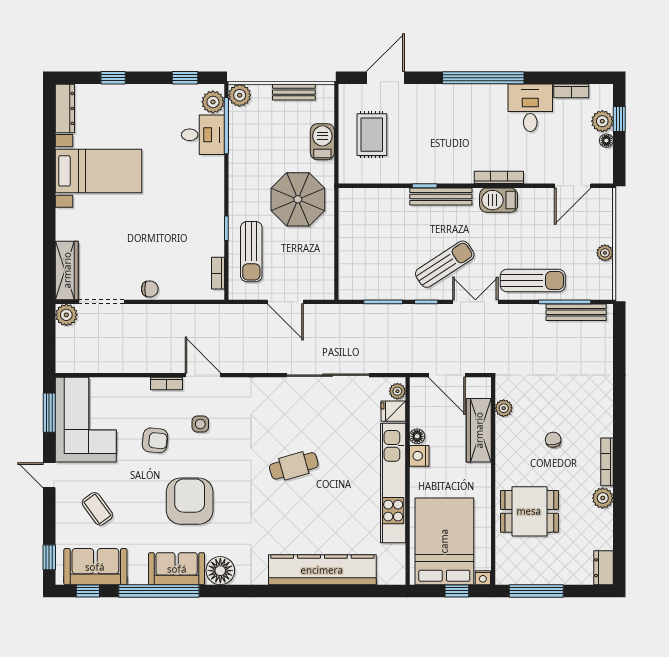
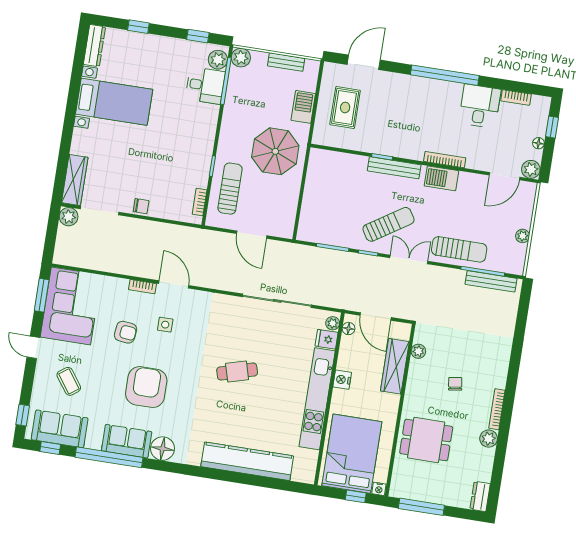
plant: (602, 121) -> (531, 169), moved
sun lounger: (251, 252) -> (230, 189), turned 180
floor lamp: (417, 436) -> (349, 329), moved

